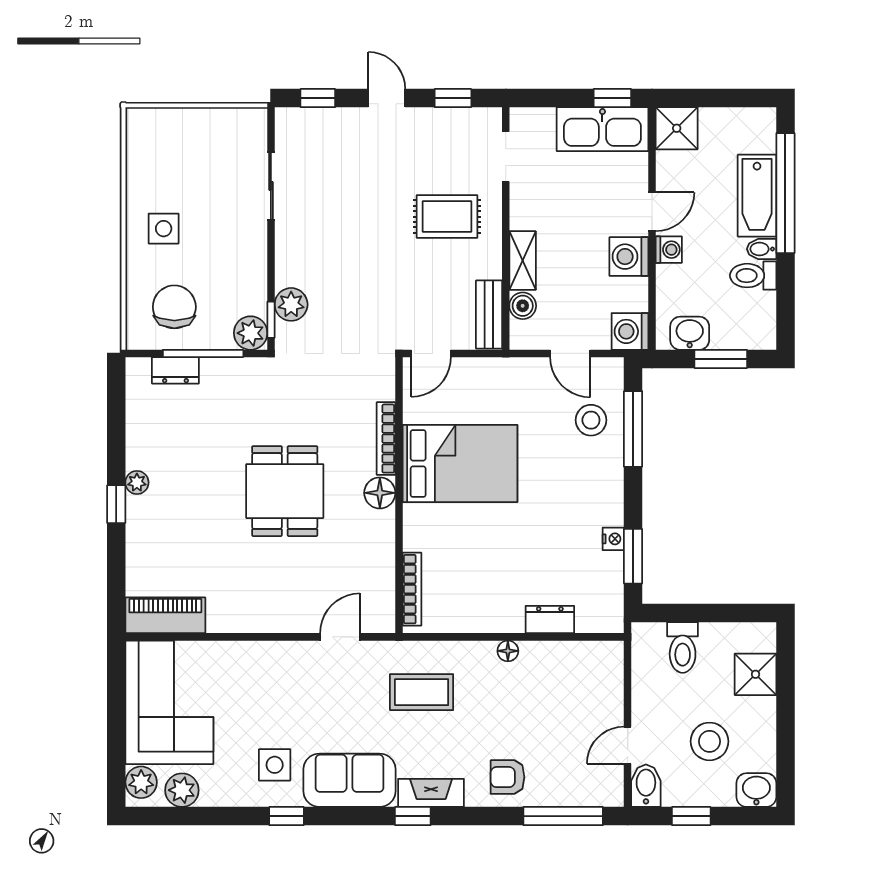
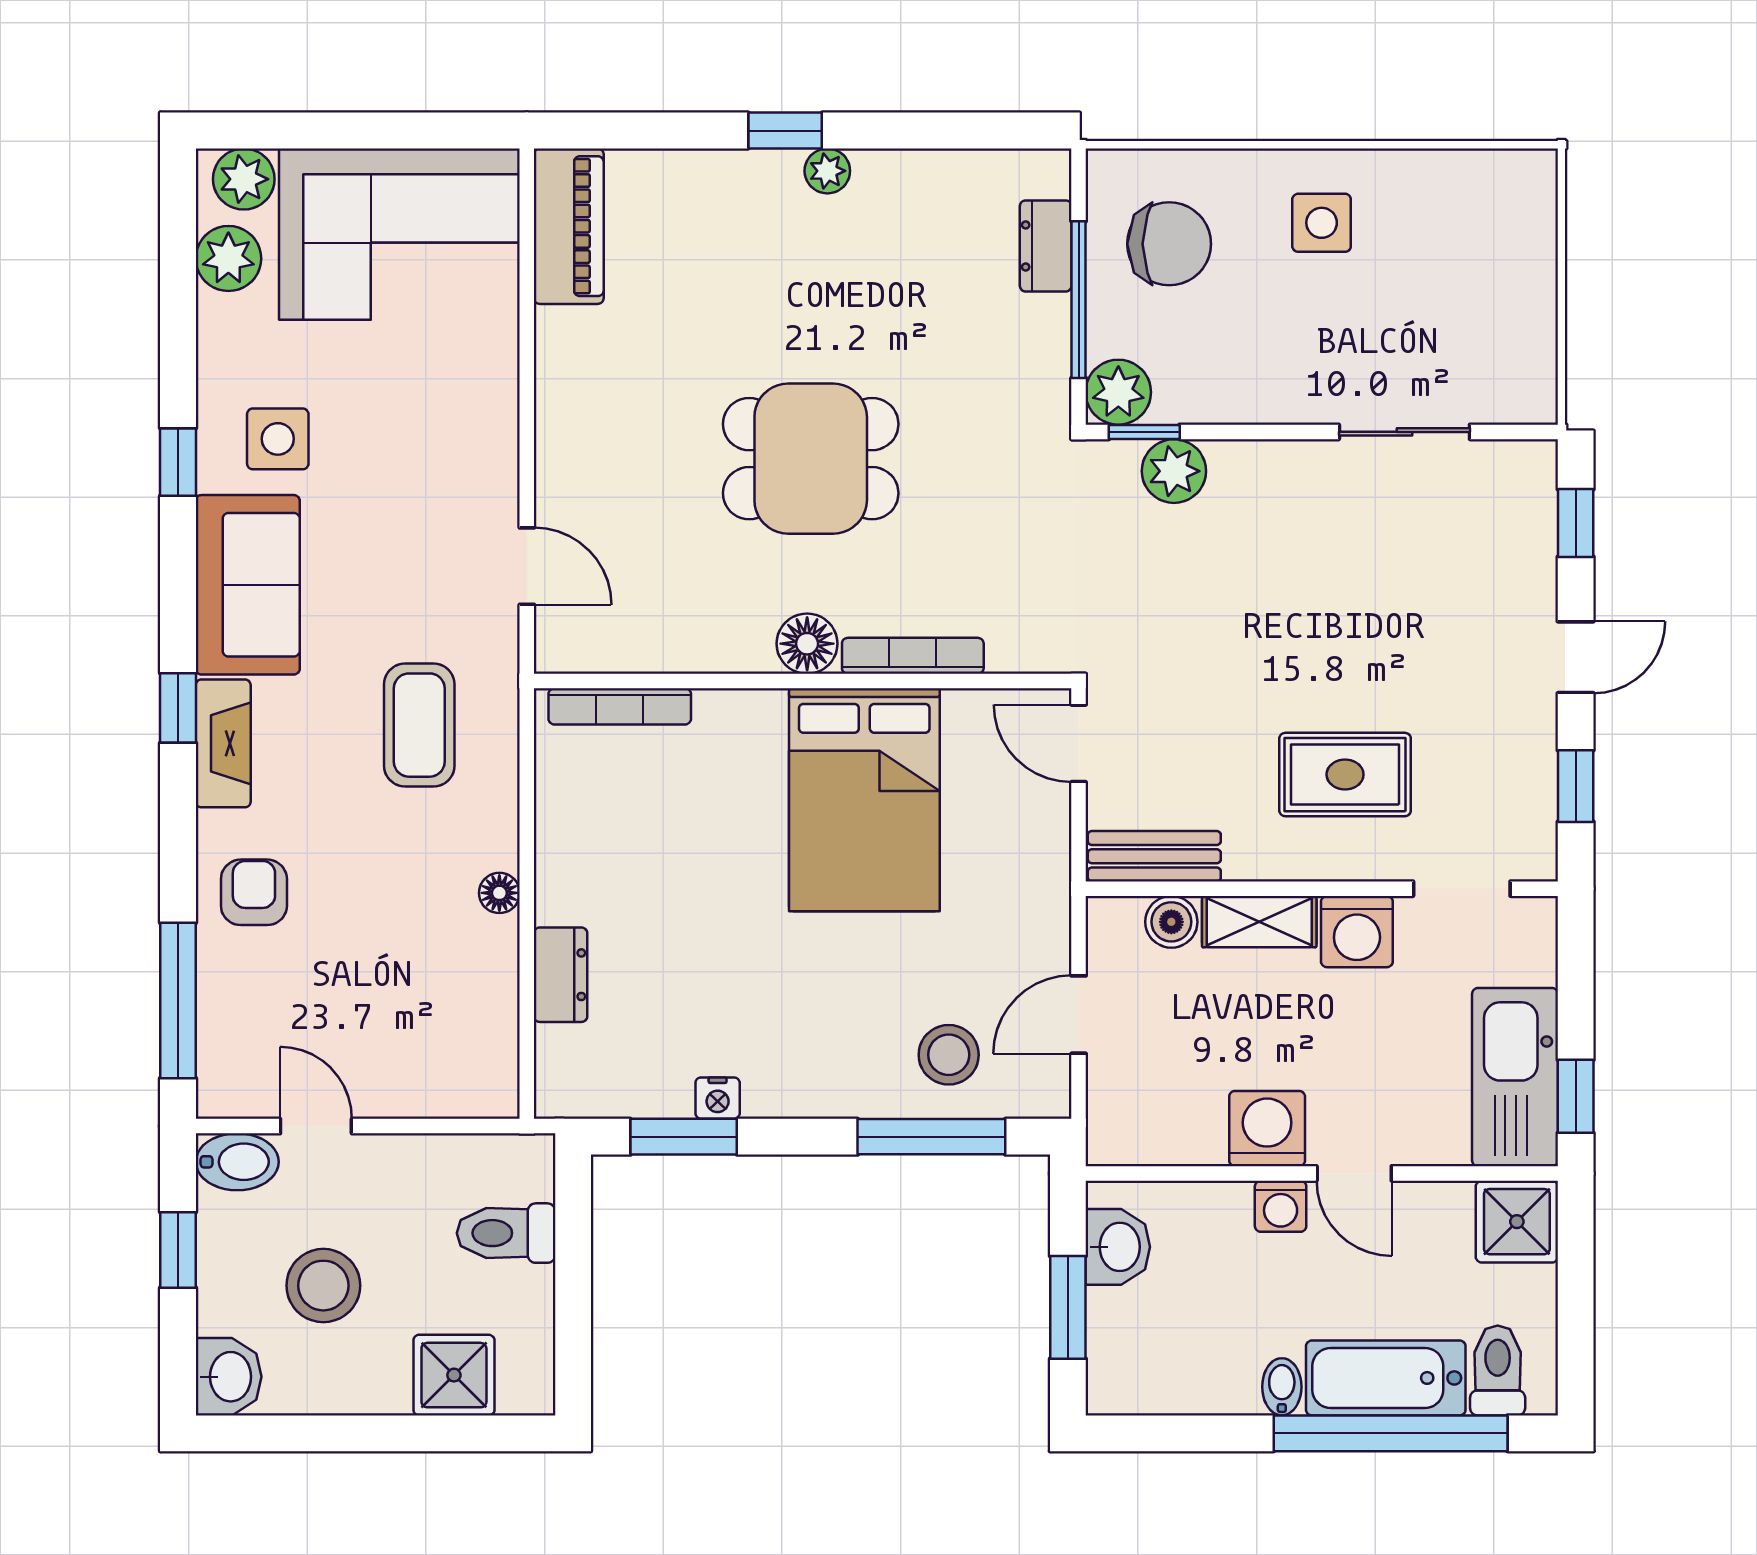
rug: (447, 217) -> (1345, 775), turned 90
toilet: (753, 276) -> (1498, 1370), moved
washing machine: (630, 331) -> (1357, 932), moved, turned 180

